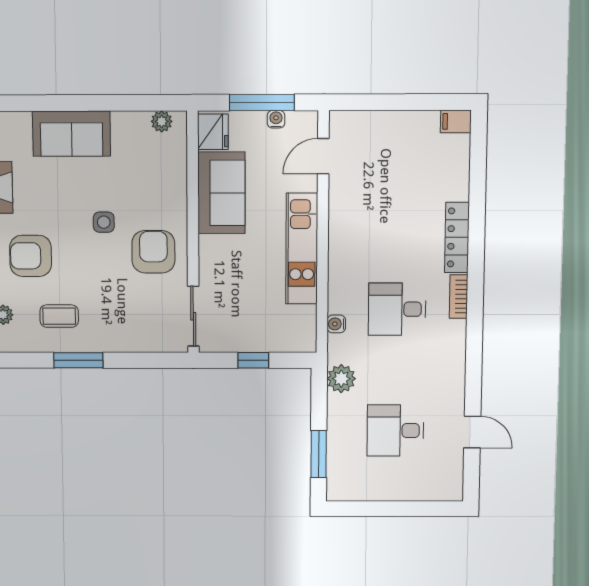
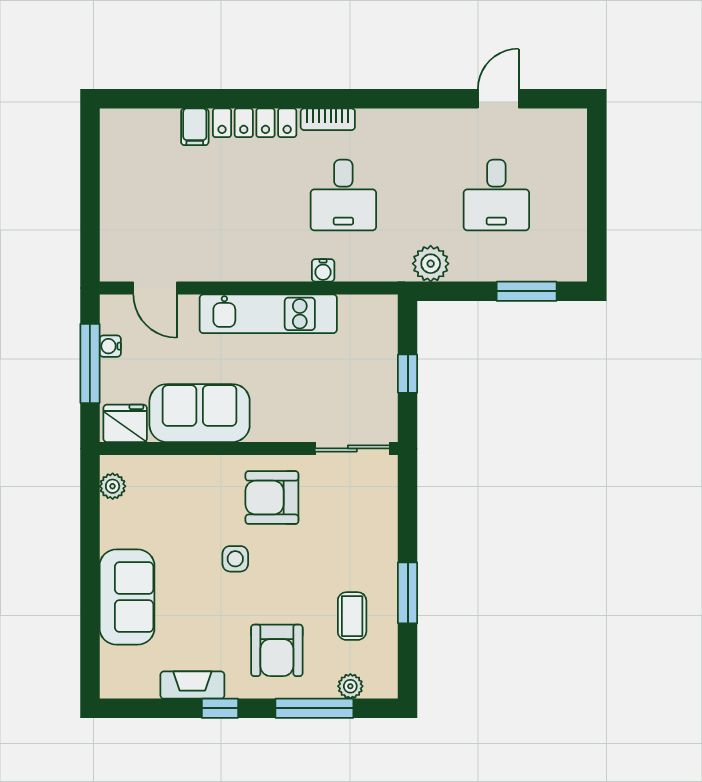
filing cabinet: (456, 121) -> (195, 127), moved
water cooler: (336, 324) -> (323, 270), moved

